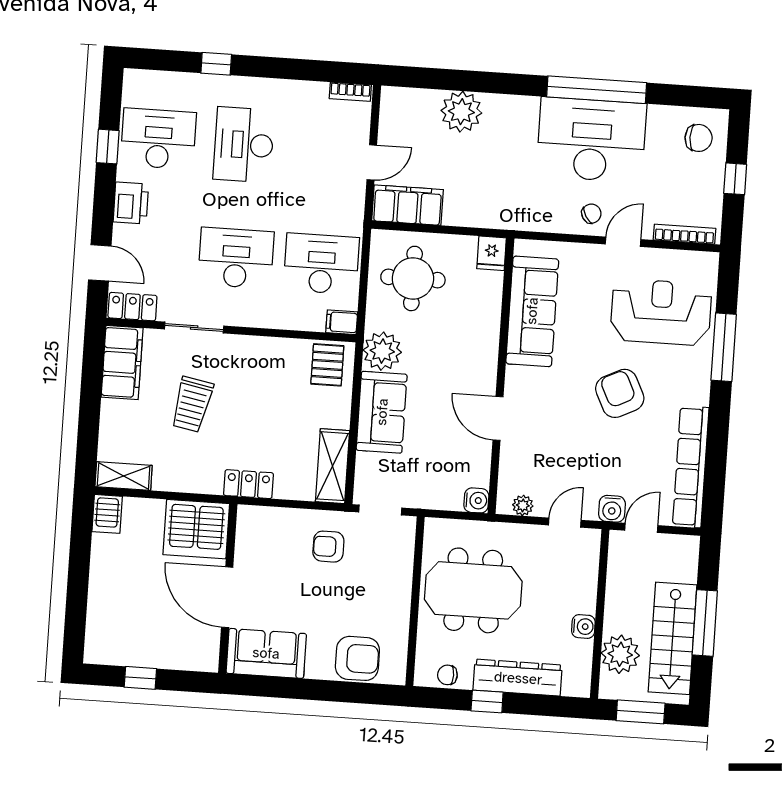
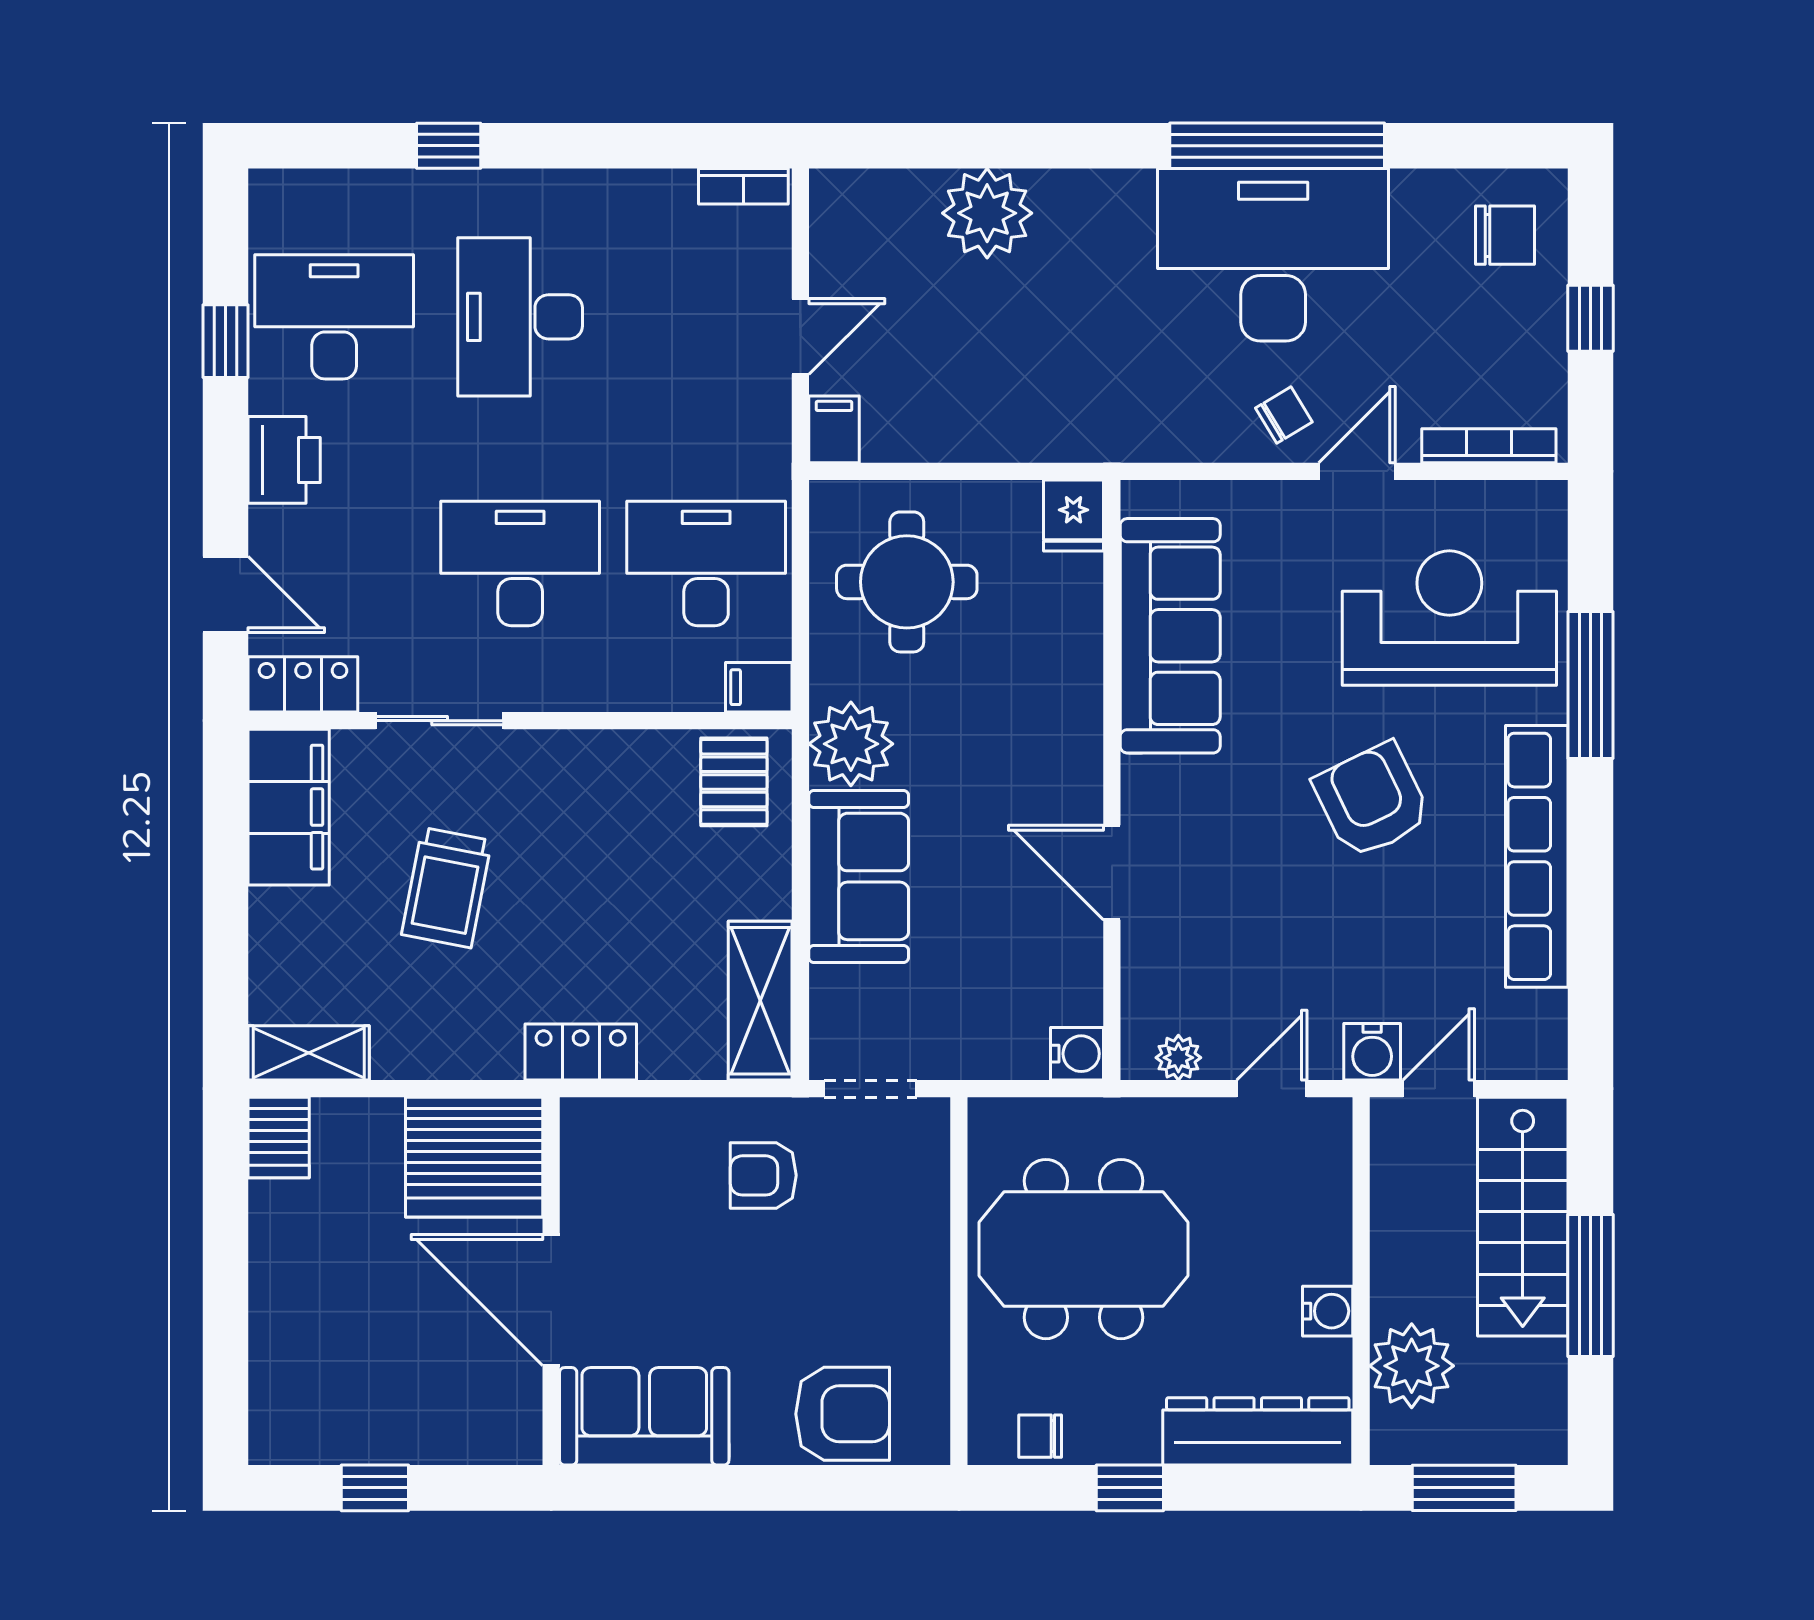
filing cabinet: (408, 205) -> (834, 429), width x0.33, depth x0.86
row of seats: (691, 467) -> (1537, 856), moved
stairs: (673, 638) -> (1523, 1217), moved
dresser: (518, 678) -> (1258, 1431), moved

